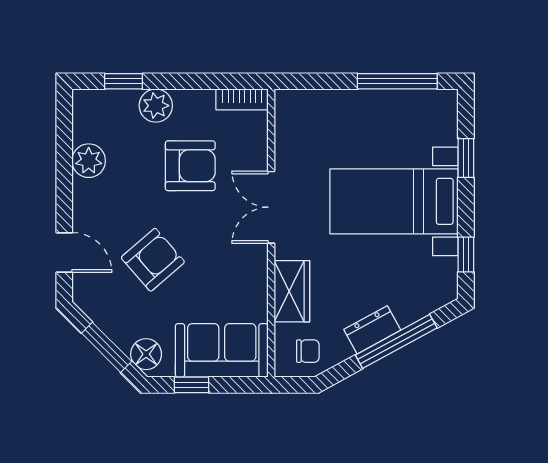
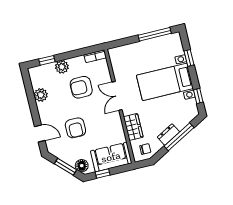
armchair: (190, 166) -> (81, 87), turned 180
armchair: (153, 260) -> (75, 128), turned 131

